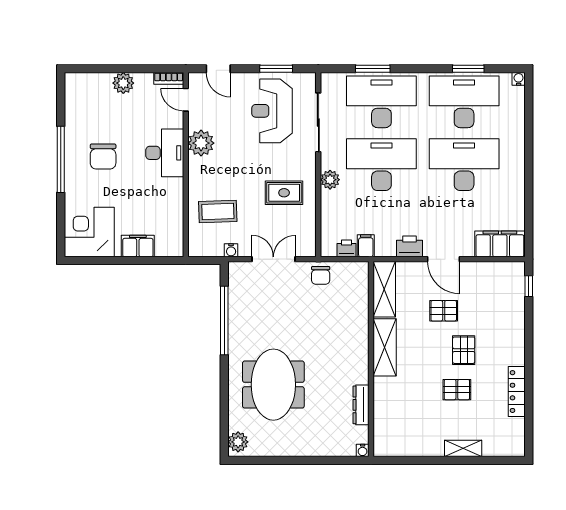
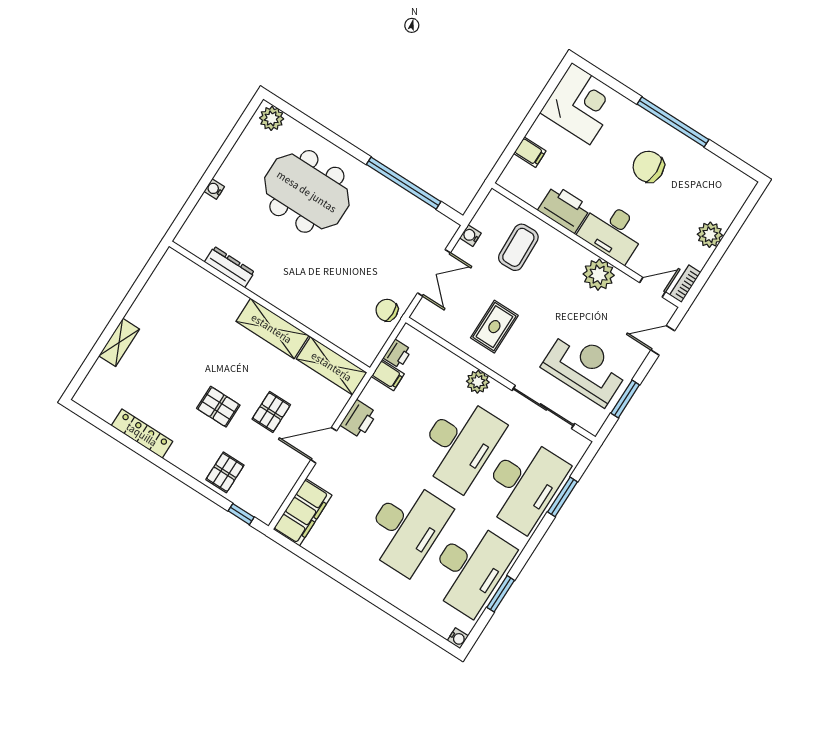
printer: (170, 197) -> (564, 209), added
filing cabinet: (138, 246) -> (530, 152), width x0.50
pallet: (457, 390) -> (225, 472), moved
water cooler: (363, 450) -> (214, 189), moved

